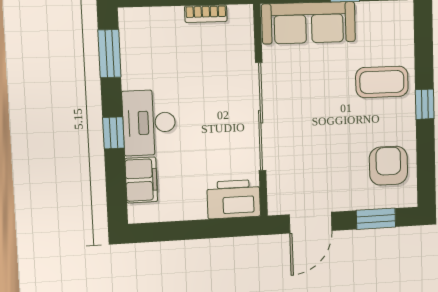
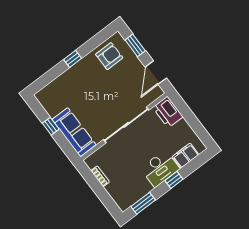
coffee table: (382, 82) -> (76, 84), removed
armchair: (388, 166) -> (109, 56), turned 180
door: (311, 223) -> (156, 73), swing flipped

